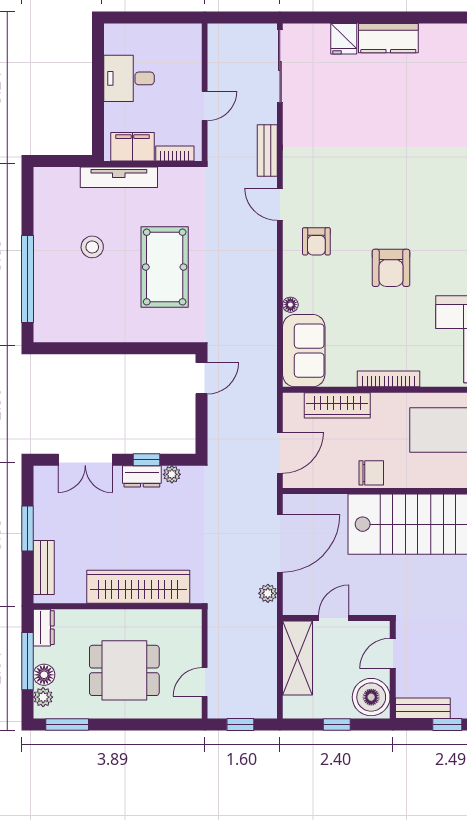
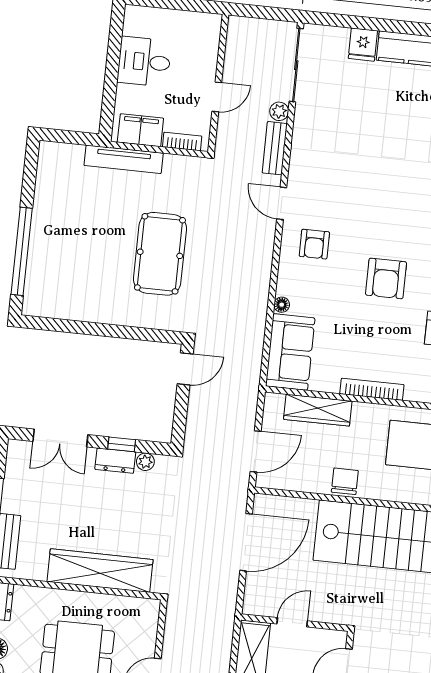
stool: (92, 247) -> (90, 226), removed
chair: (371, 473) -> (345, 481), turned -90
plant: (268, 593) -> (279, 111), moved

